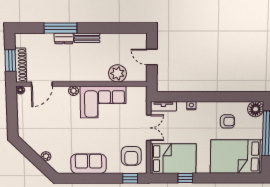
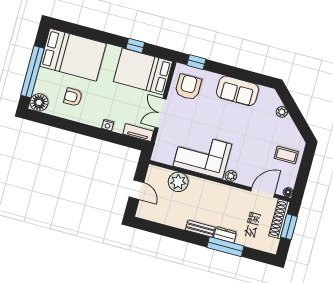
coffee table: (31, 121) -> (286, 155), added

